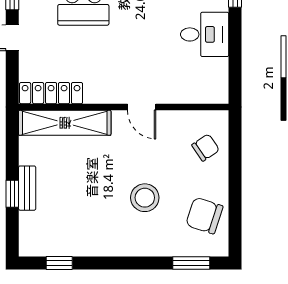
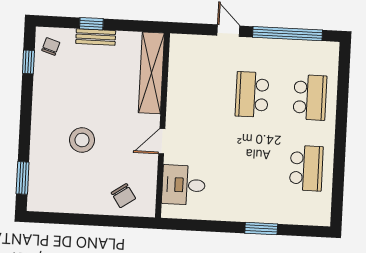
desk: (205, 34) -> (184, 185), moved, turned 90
locker: (51, 93) -> (178, 62), removed
chair: (204, 216) -> (51, 46), moved, width x0.54, depth x0.54

